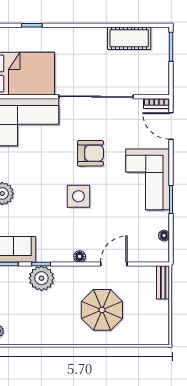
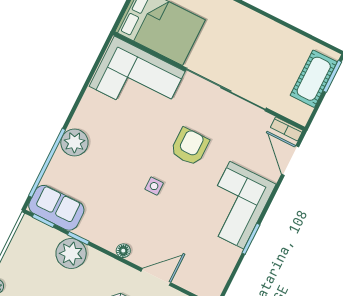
cot: (129, 38) -> (314, 79), moved, turned 90
armchair: (90, 153) -> (190, 147), turned -90
side table: (78, 196) -> (154, 186), width x0.54, depth x0.54
floor lamp: (164, 235) -> (224, 273), removed

